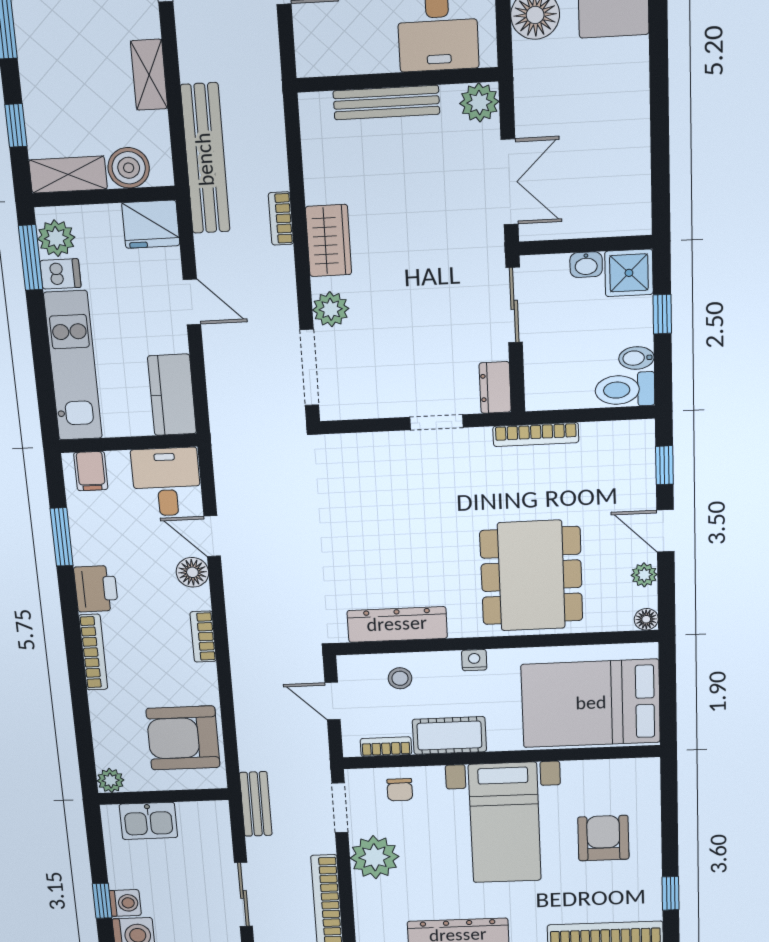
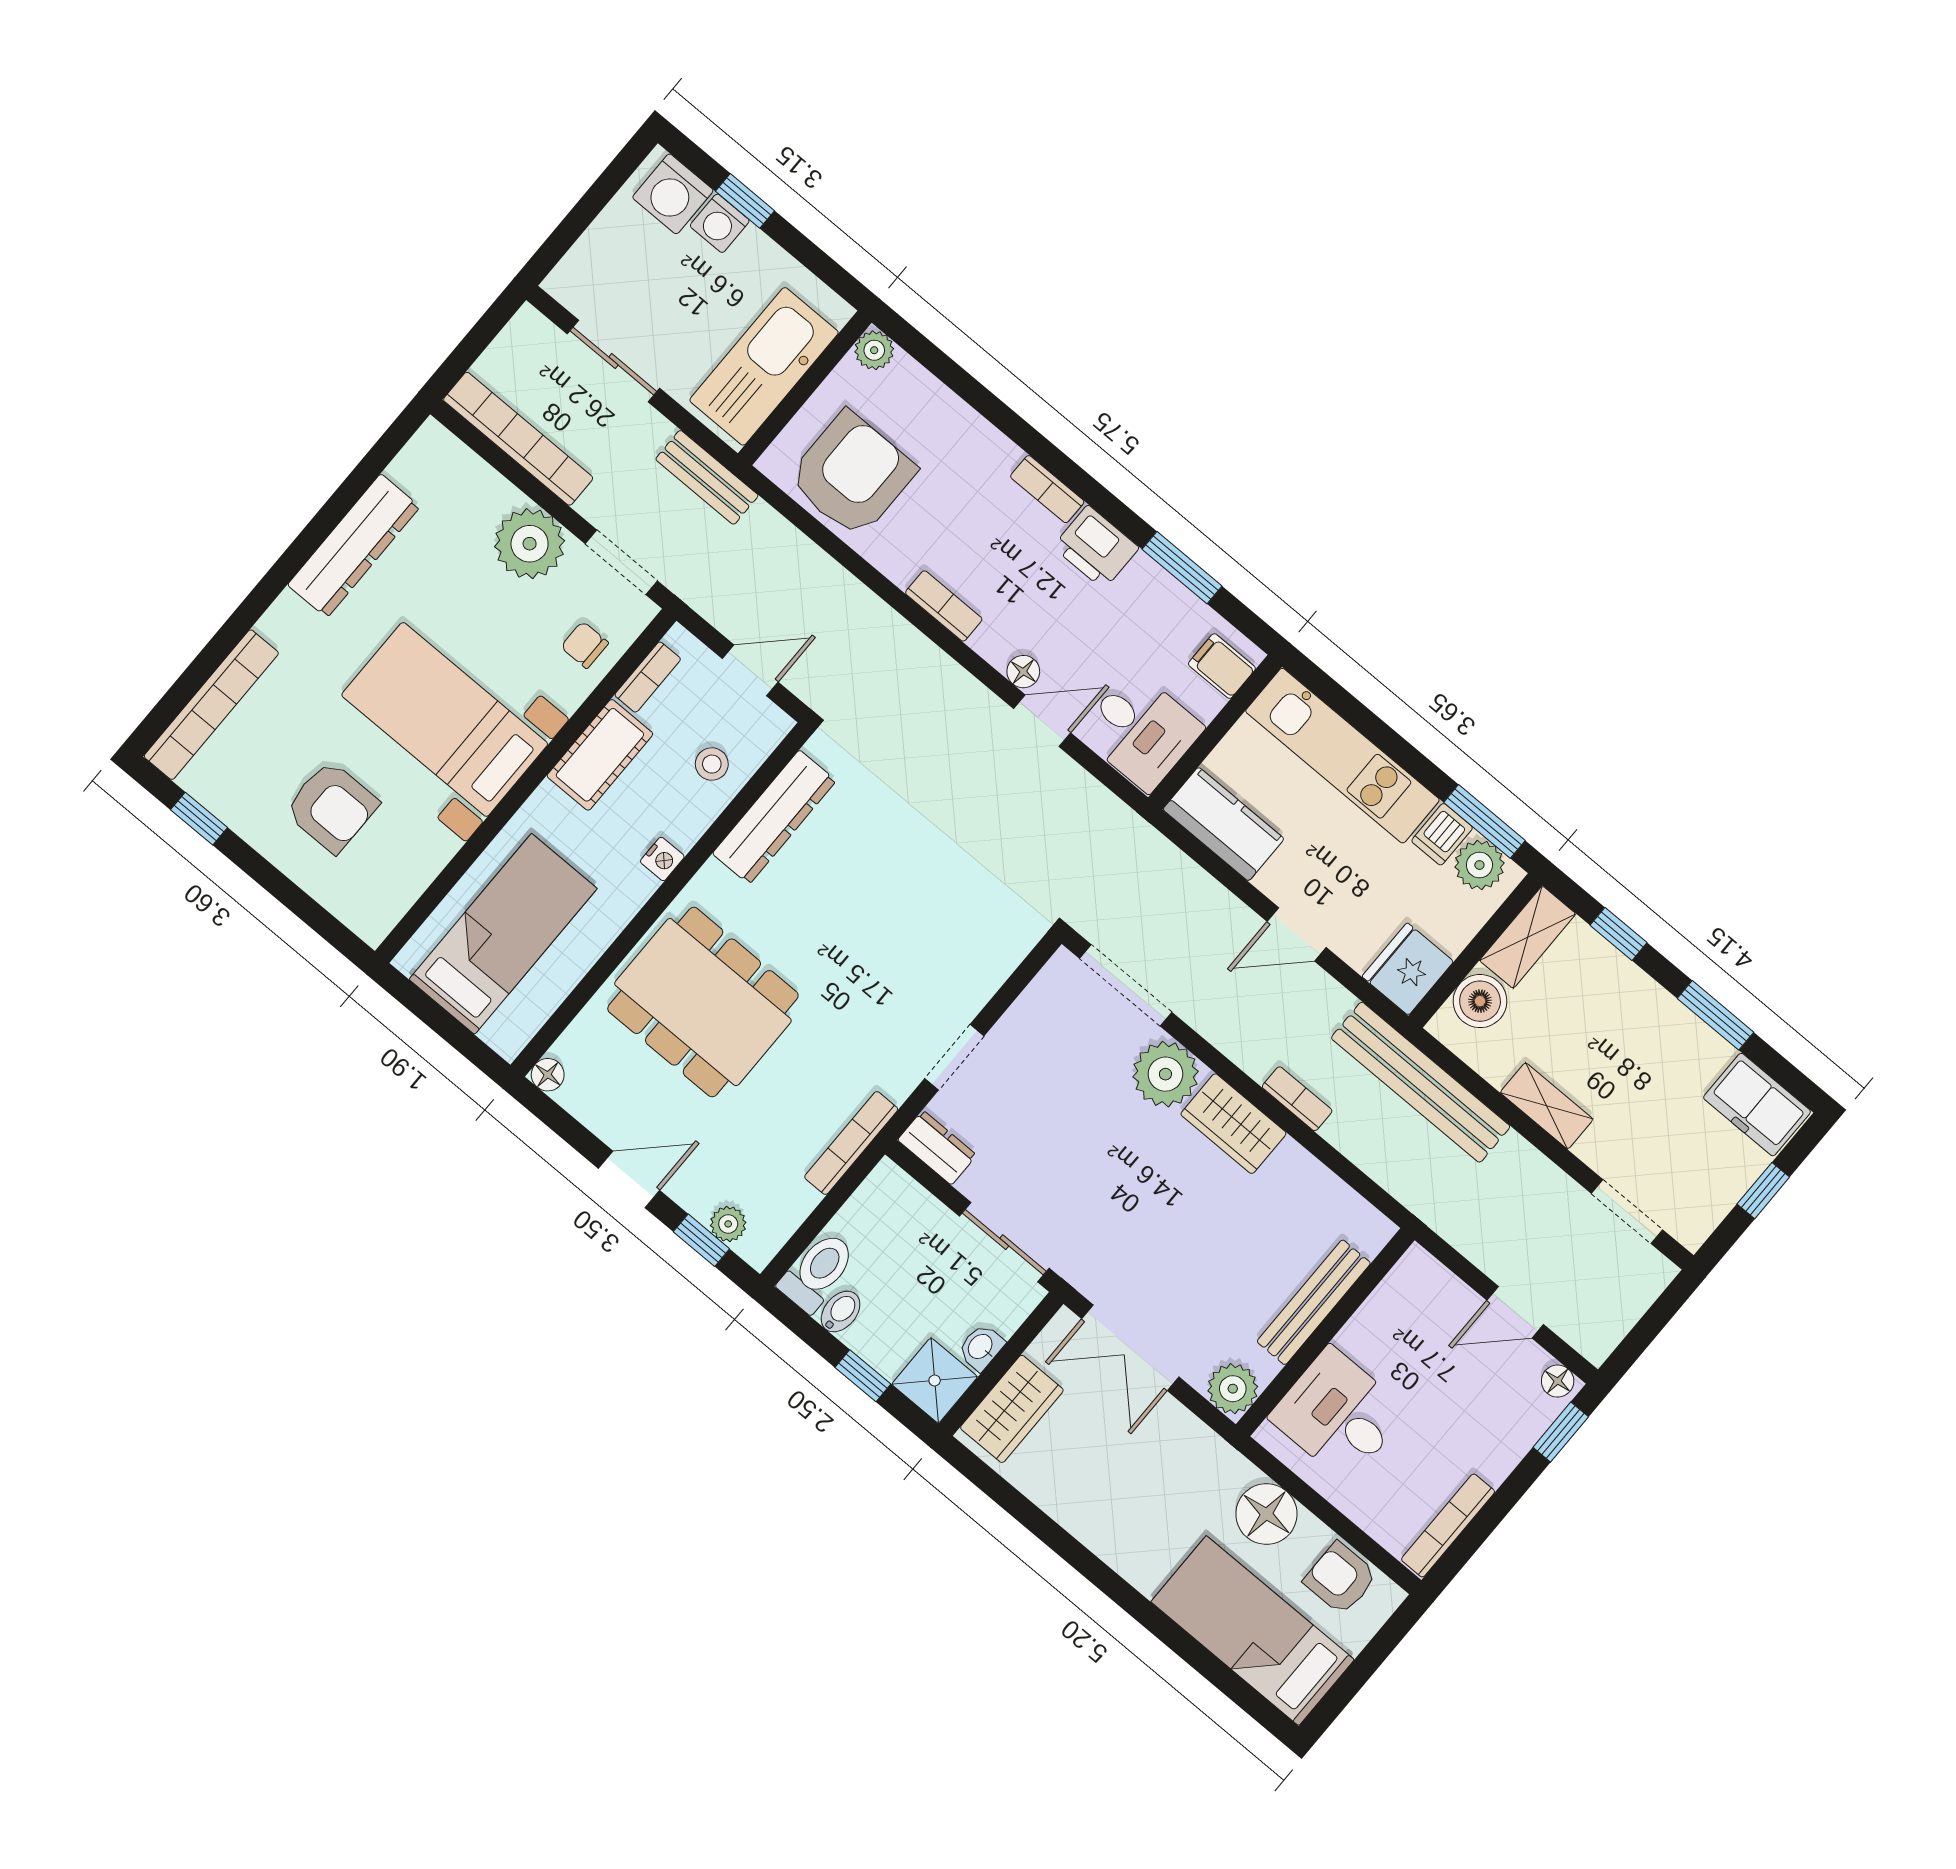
wardrobe: (606, 216) -> (1012, 1409), added
plant: (331, 309) -> (1165, 1074), width x1.36, depth x1.36
floor lamp: (192, 572) -> (1023, 672), width x0.73, depth x0.73
plant: (644, 575) -> (728, 1224), moved
bookcase: (93, 652) -> (1047, 489), width x0.64
bed: (591, 703) -> (503, 934), width x0.67
kitchen sink: (148, 821) -> (764, 366), width x1.88, depth x1.24

